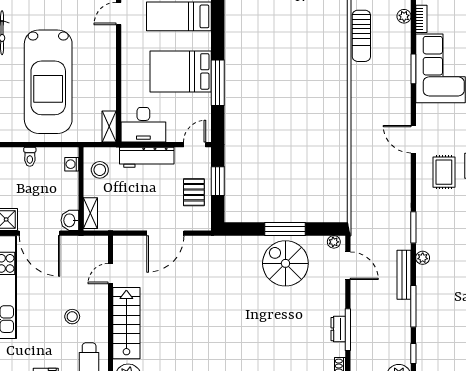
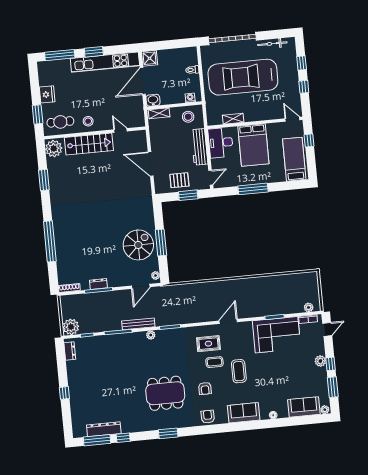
sun lounger: (361, 36) -> (293, 281), removed
bed: (181, 71) -> (253, 145), moved, turned 180
shelving: (109, 127) -> (233, 119), moved
door: (195, 145) -> (211, 178), hinge flipped
stool: (72, 317) -> (88, 121), moved

